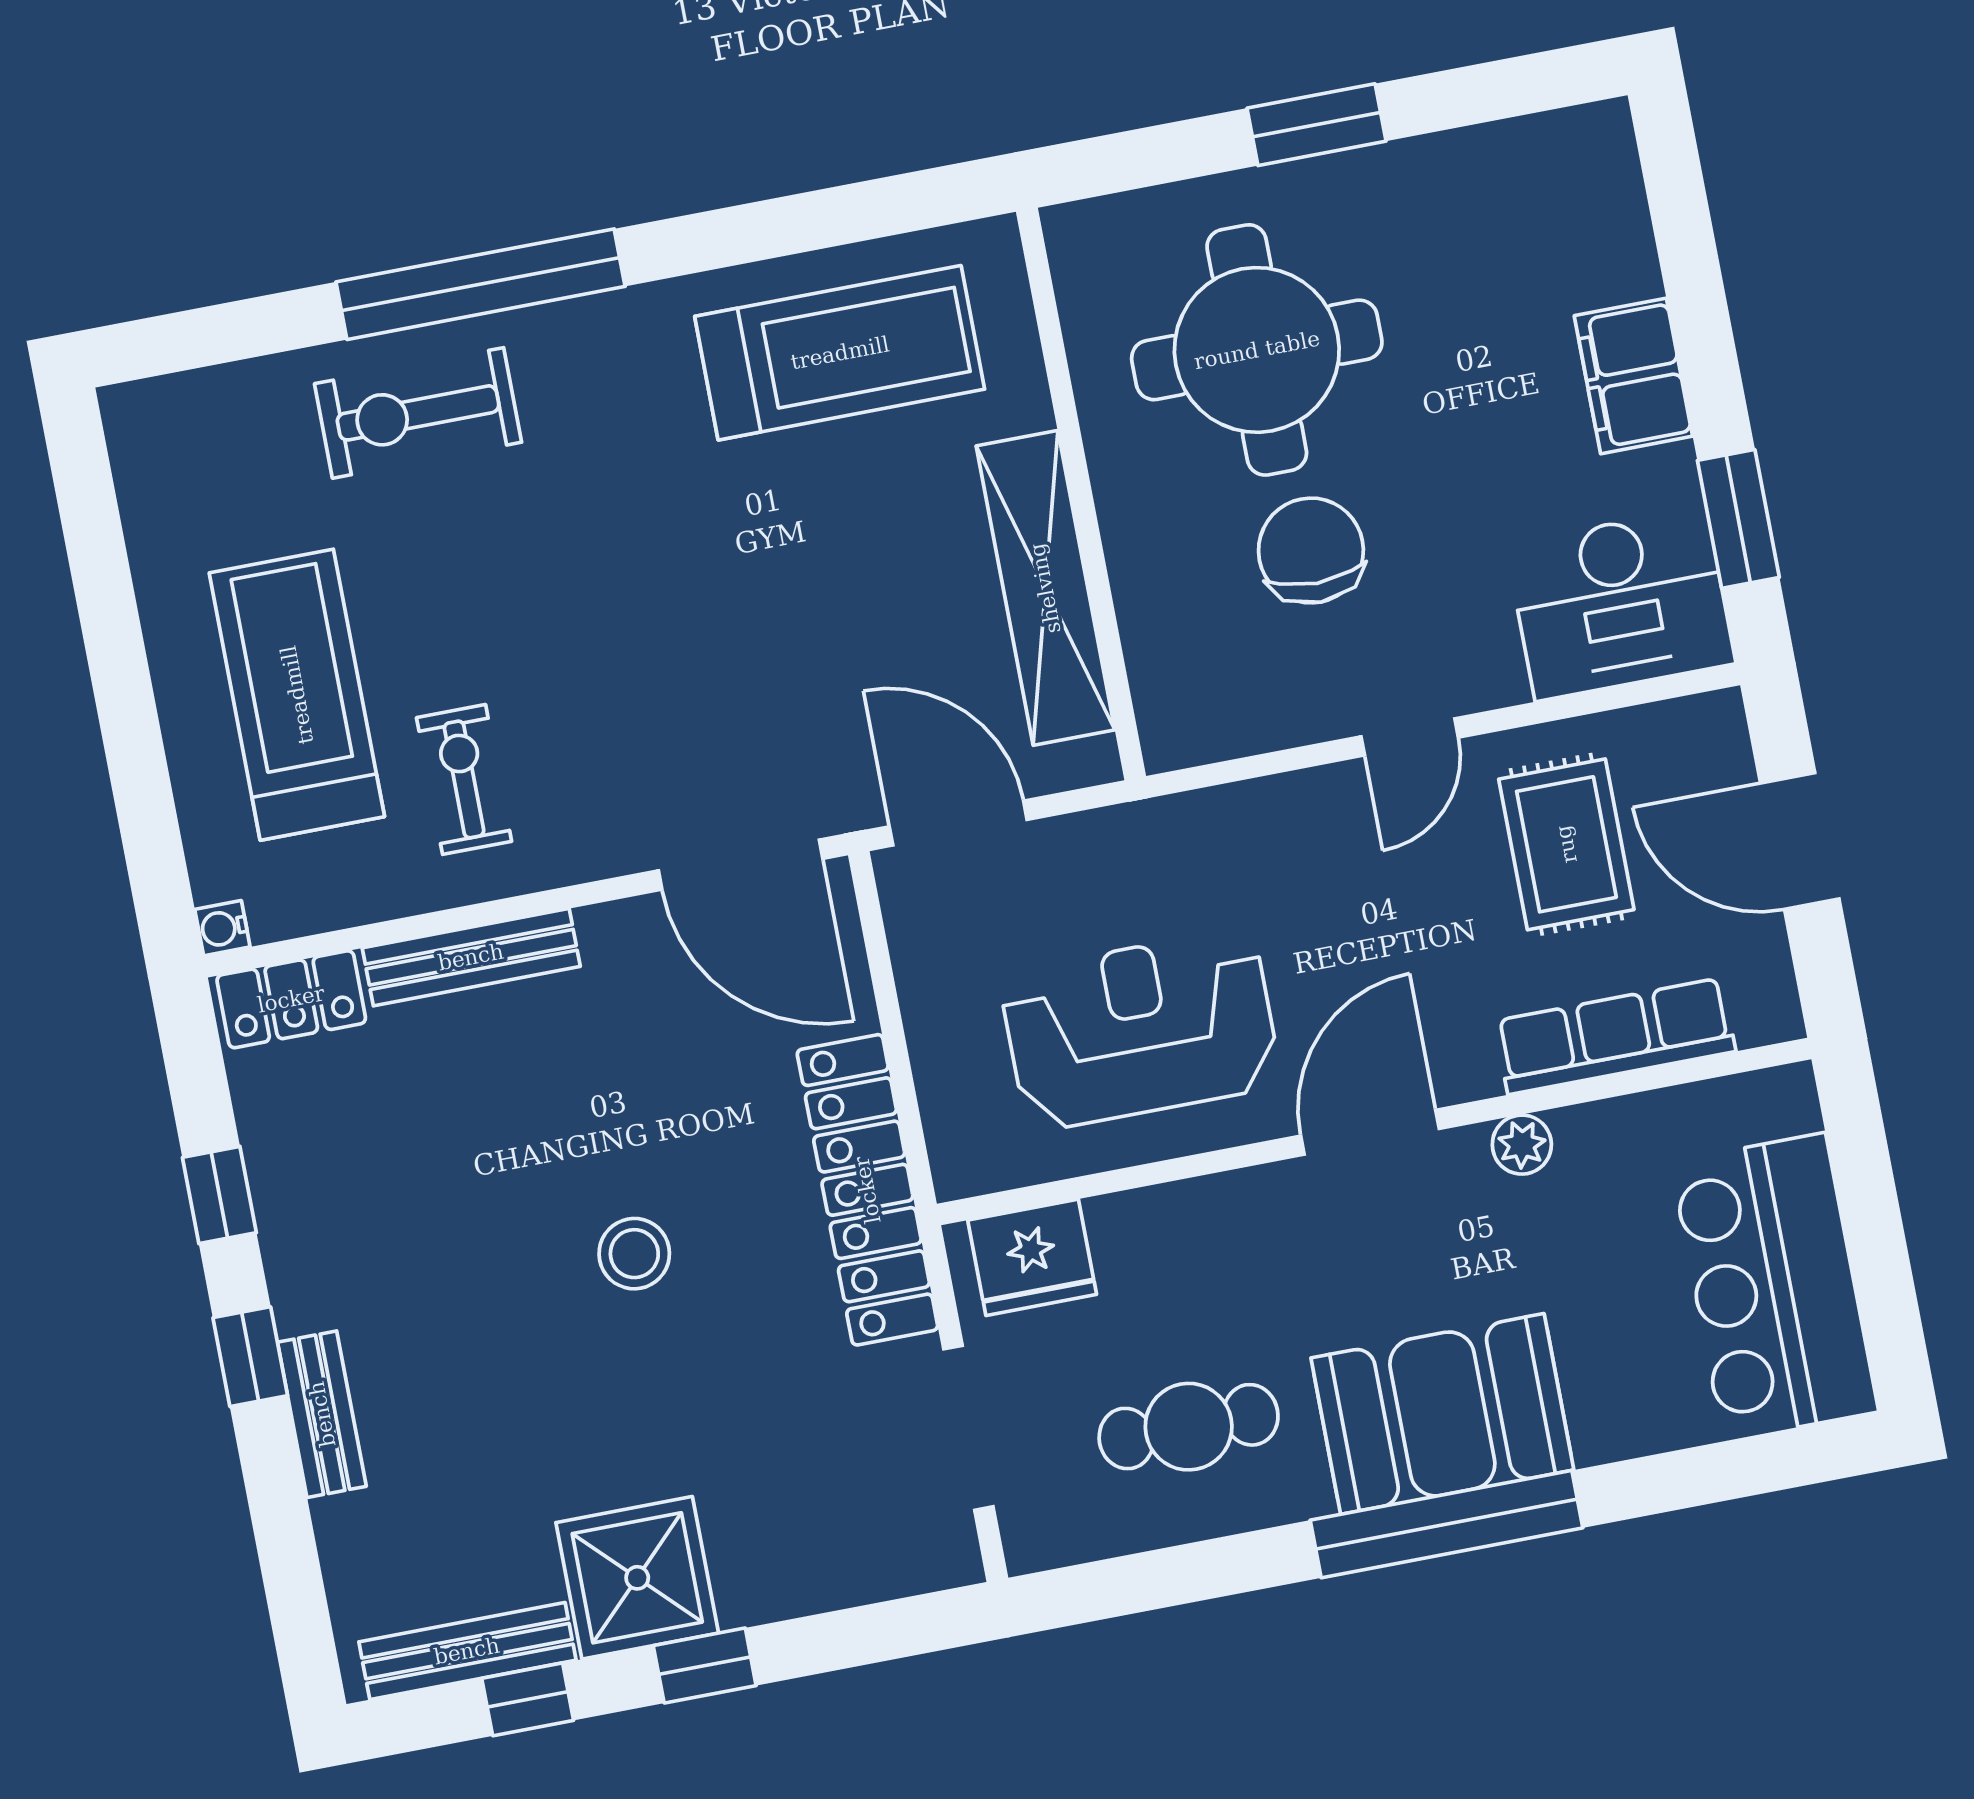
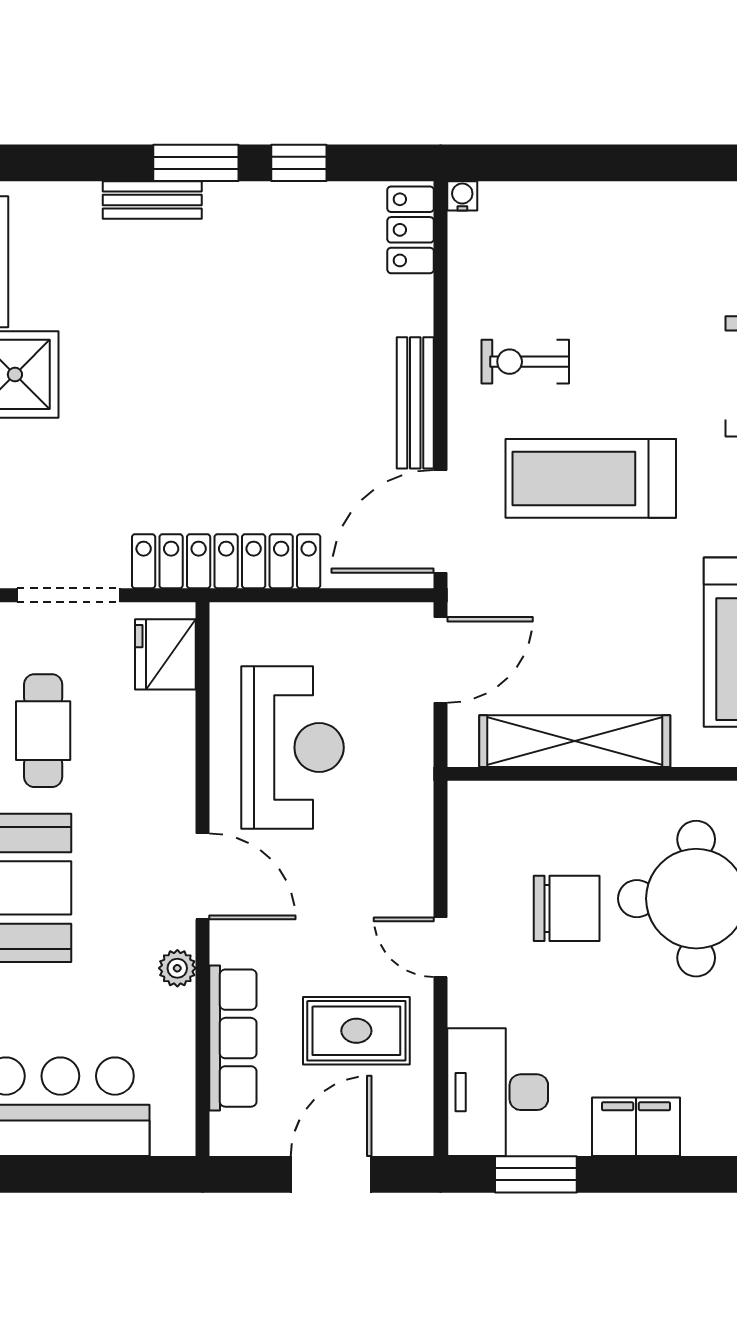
treadmill: (297, 695) -> (591, 478), moved, turned 180
exercise bike: (464, 779) -> (525, 362), turned 180
bench: (471, 957) -> (415, 403), moved
stool: (634, 1254) -> (214, 411), removed
window: (250, 1357) -> (196, 163), width x1.50

